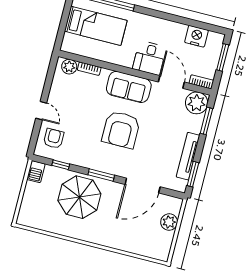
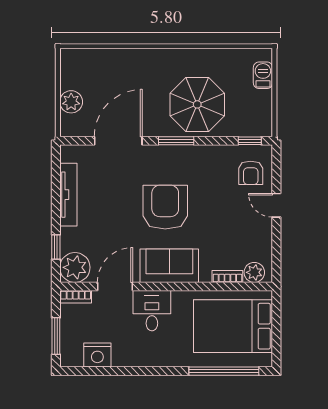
bed: (96, 26) -> (233, 326), width x1.50
door: (171, 82) -> (115, 286), swing flipped
window: (206, 121) -> (56, 247), width x0.67
window: (61, 165) -> (250, 141), moved
barbecue: (36, 172) -> (263, 75), moved
window: (193, 174) -> (56, 173), removed

